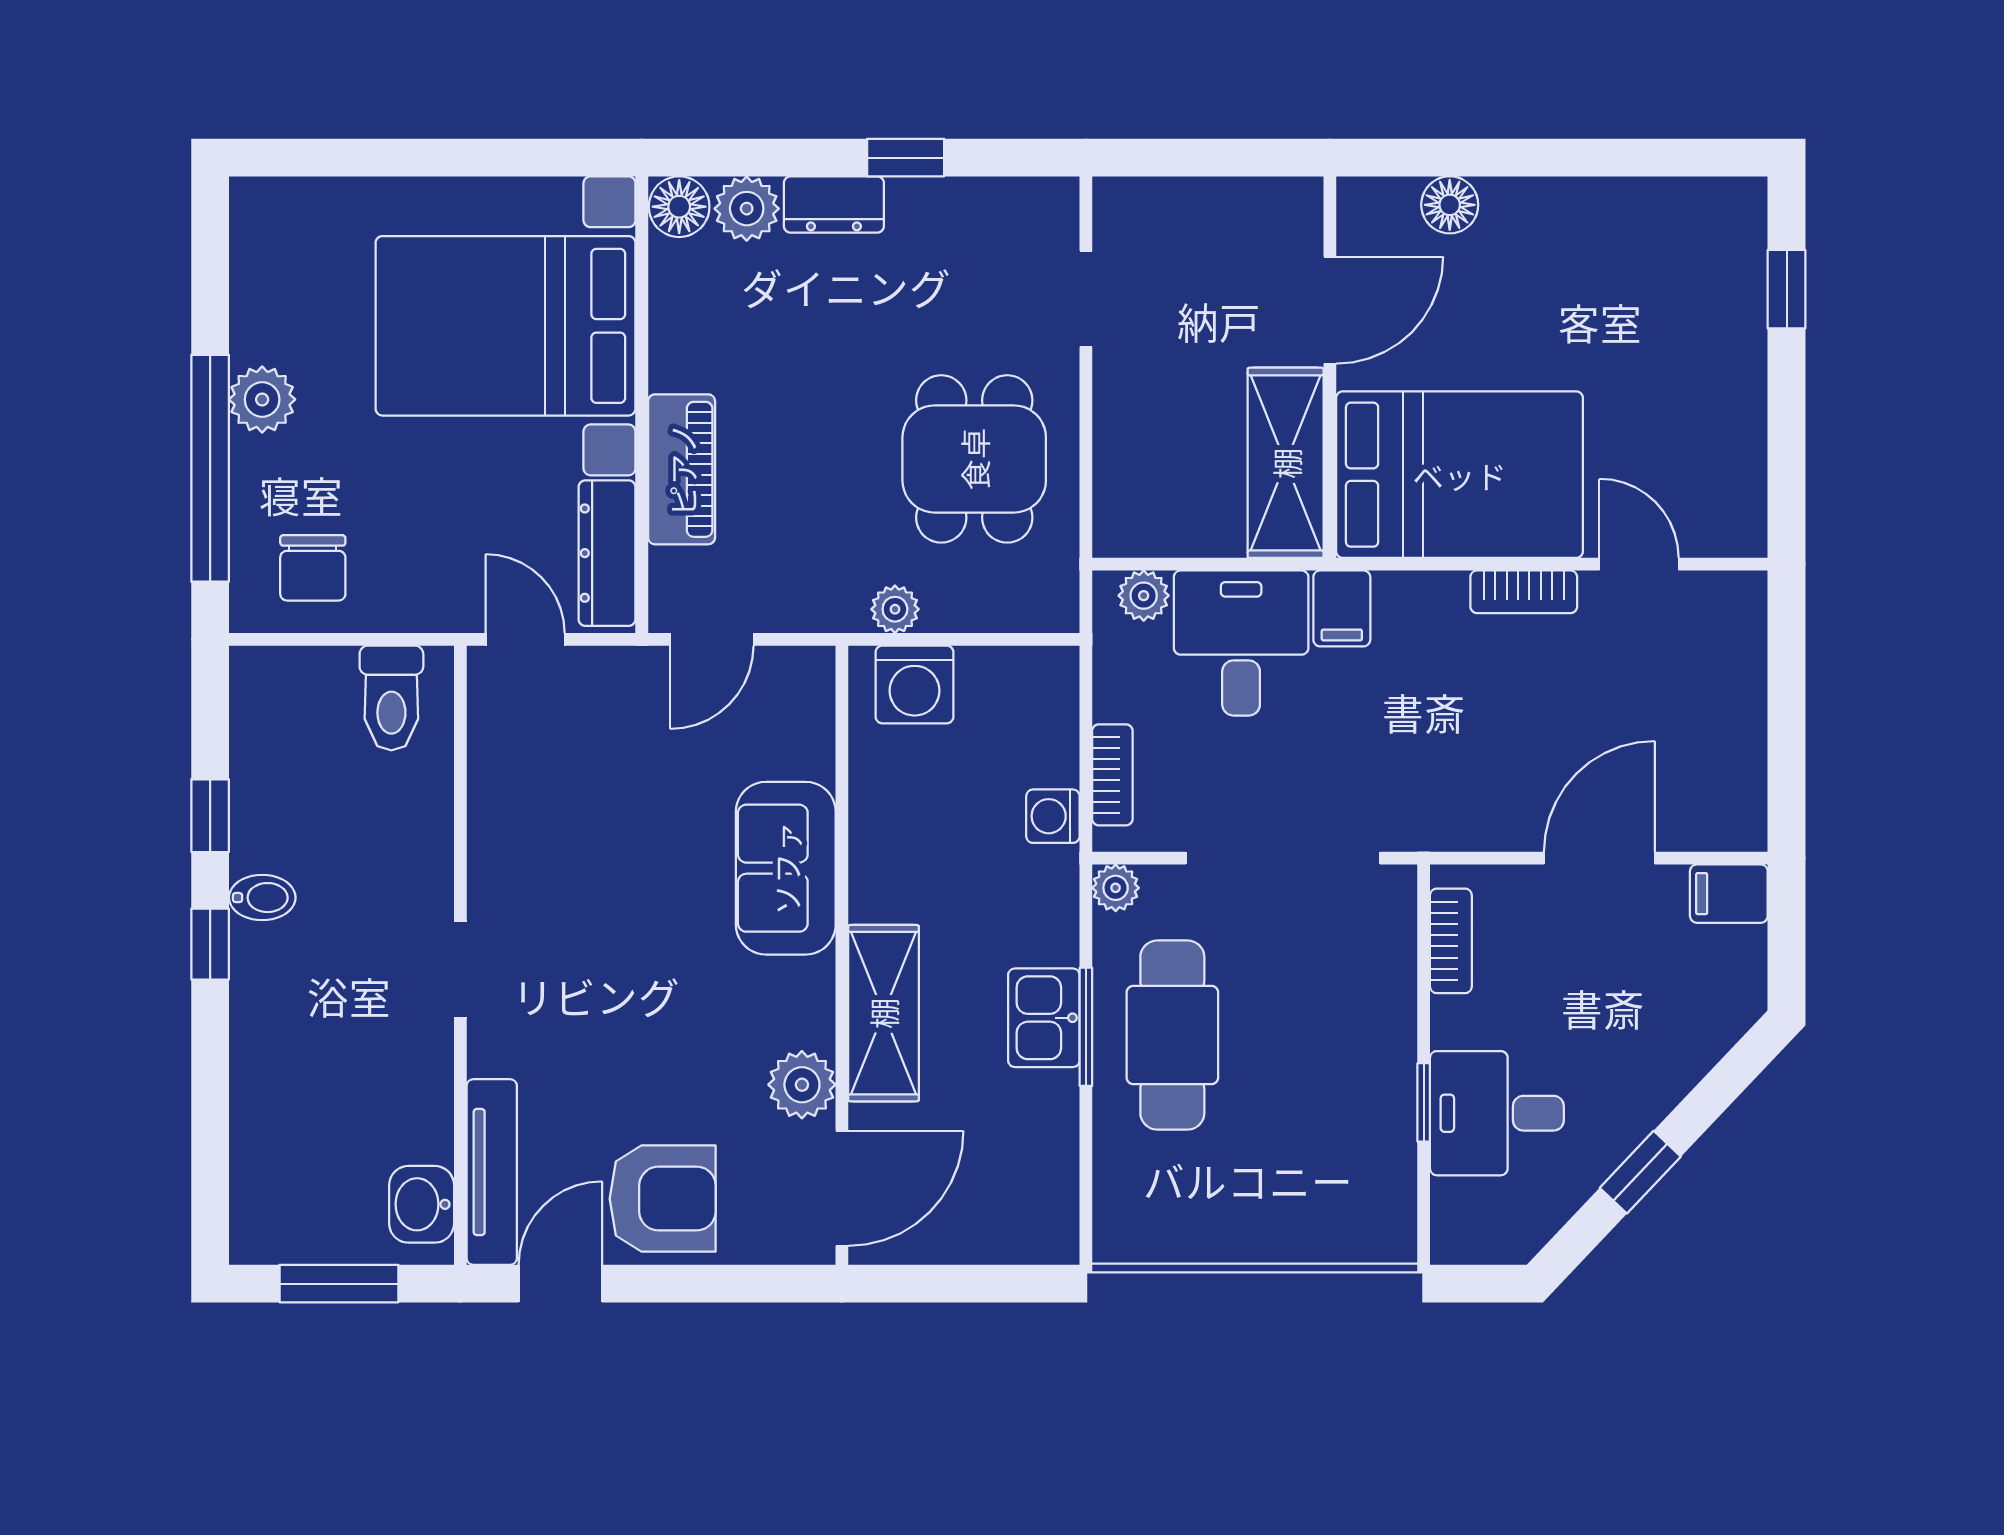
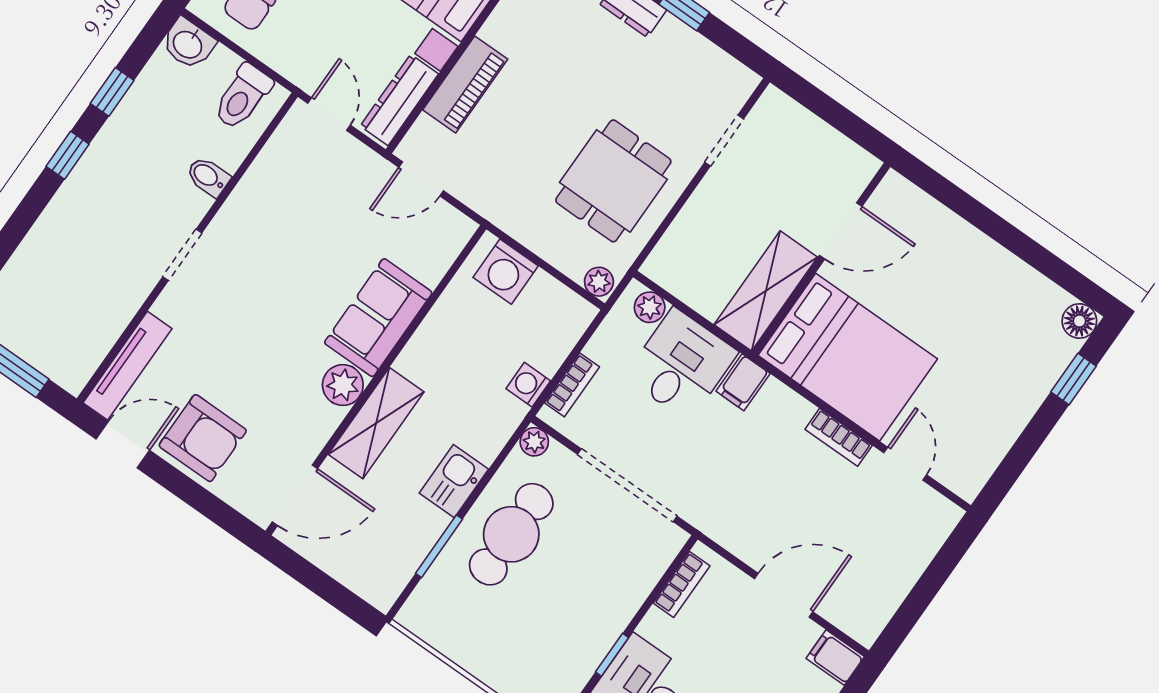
floor lamp: (1450, 205) -> (1079, 321), moved
plant: (895, 609) -> (599, 282), moved
bidet: (262, 898) -> (208, 177), moved, turned 180
window: (1086, 1027) -> (439, 546), moved
plant: (802, 1085) -> (343, 385), moved
washbasin: (422, 1204) -> (188, 44), moved, turned -90

